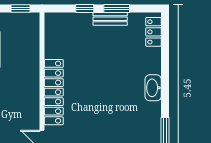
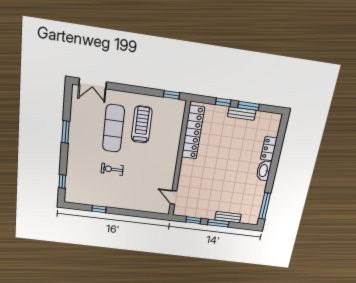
locker: (153, 32) -> (269, 149), moved
locker: (54, 92) -> (193, 132), moved

